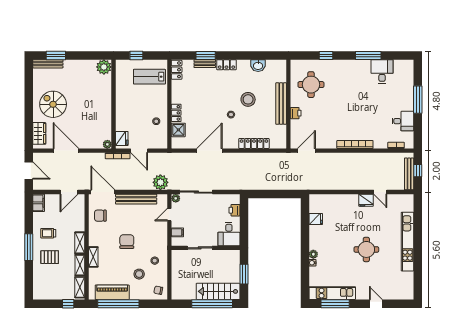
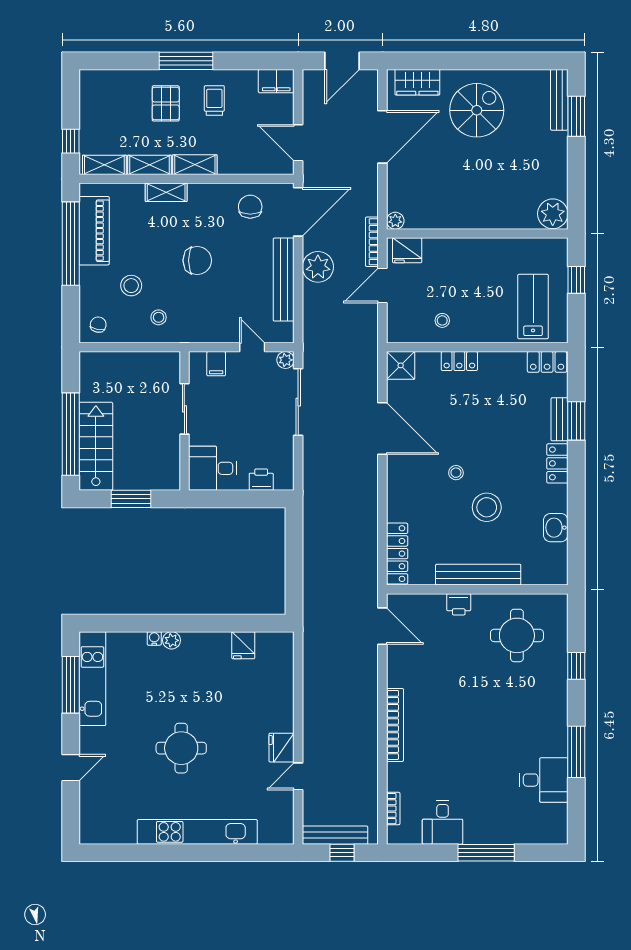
shower: (178, 130) -> (401, 365), moved
locker: (254, 143) -> (397, 554), moved
plant: (160, 182) -> (318, 267), moved

